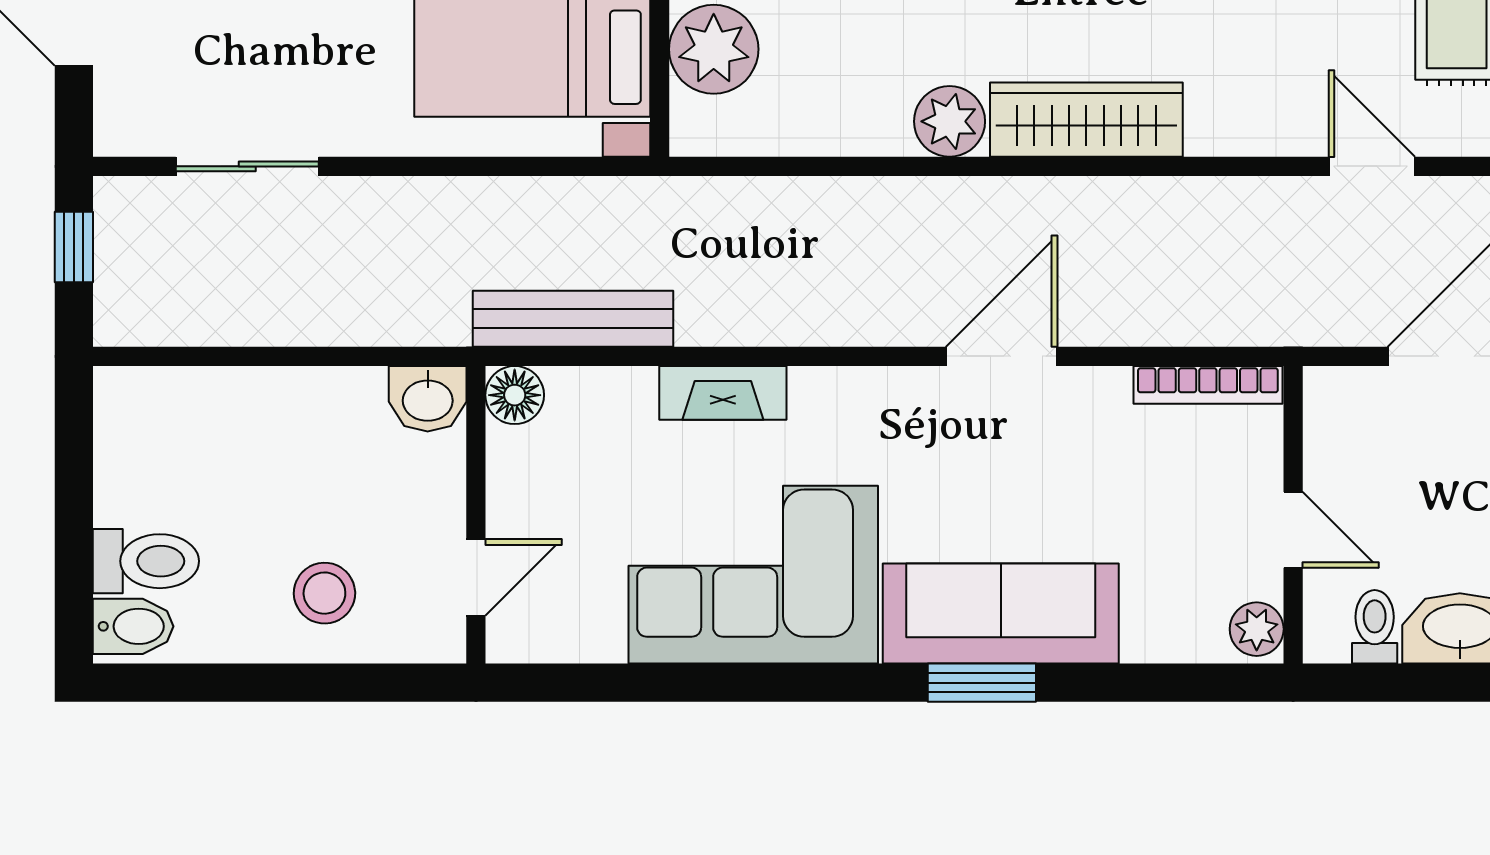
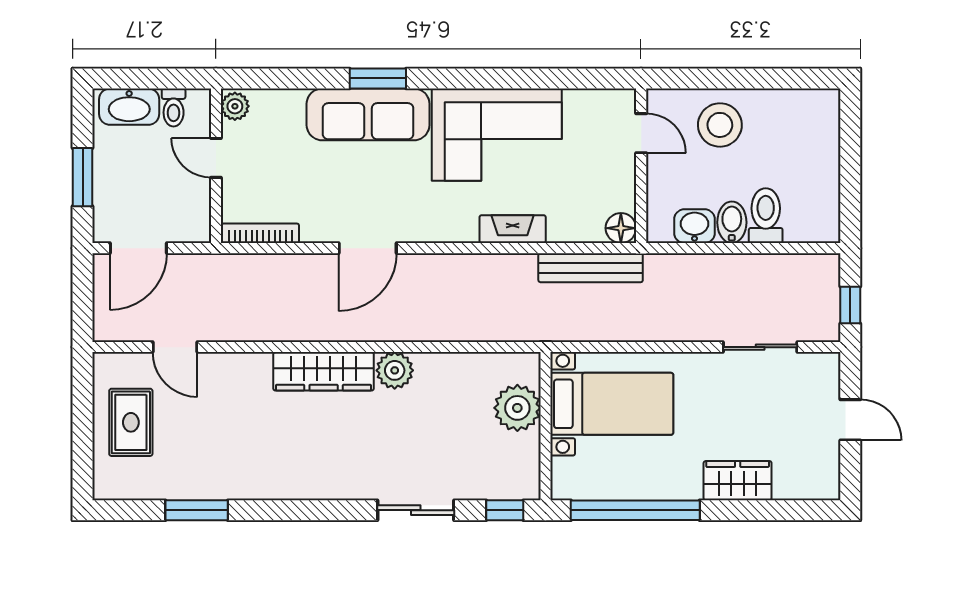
washbasin: (428, 399) -> (695, 226), moved
toilet: (146, 561) -> (766, 216), moved, turned 90
door: (476, 577) -> (641, 133), swing flipped
stool: (324, 593) -> (720, 125), width x1.38, depth x1.38
bidet: (133, 626) -> (732, 222), moved, turned 90

